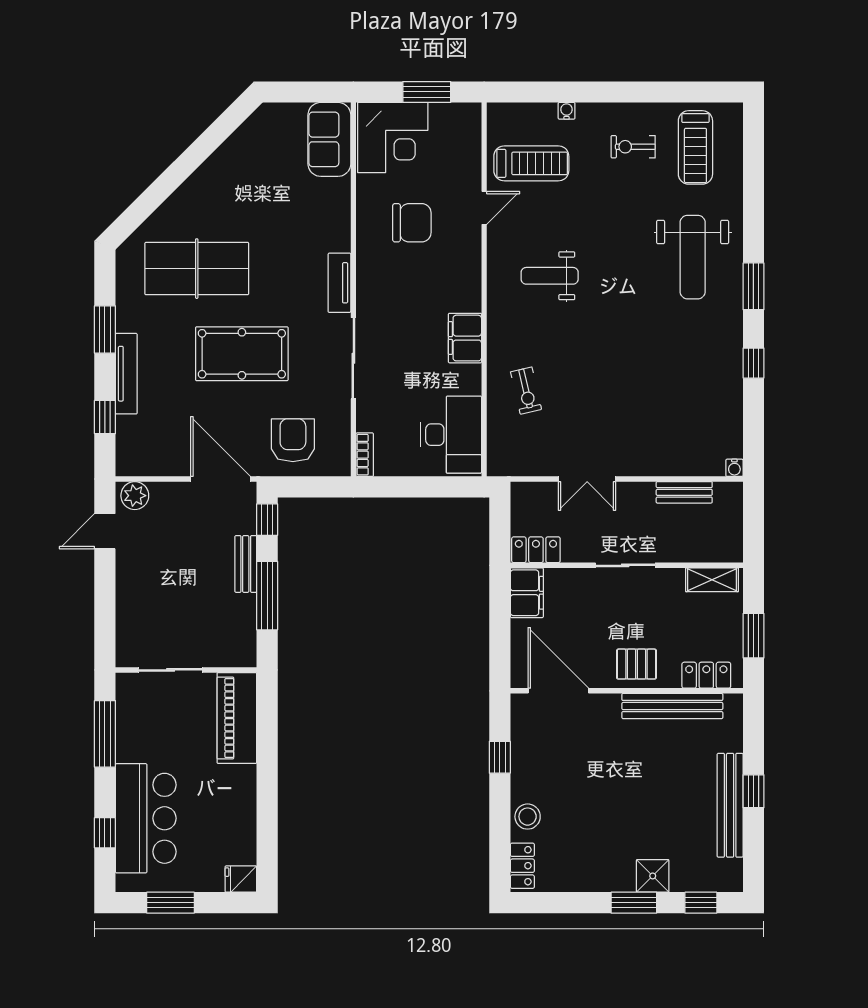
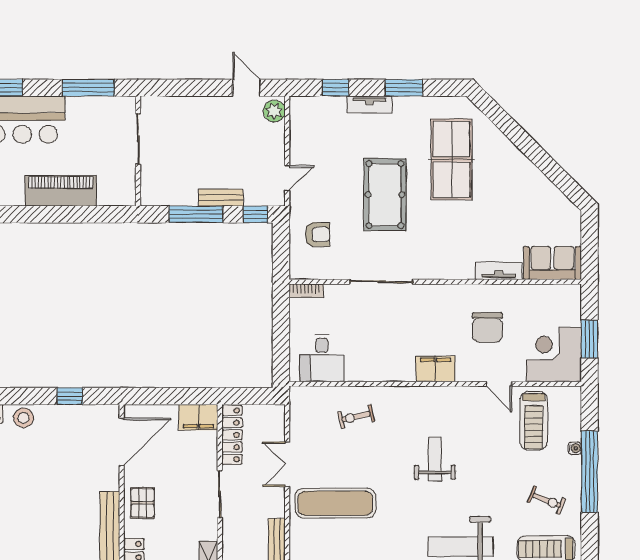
window: (596, 92) -> (589, 472), added
corner desk: (393, 138) -> (554, 354), moved, turned 90
exercise bike: (633, 147) -> (547, 500), turned 112
weight bench: (550, 276) -> (435, 459), moved
tv unit: (339, 283) -> (499, 271), moved
filing cabinet: (465, 338) -> (436, 369), moved
tv unit: (126, 374) -> (369, 104), width x0.71
exercise mat: (637, 417) -> (335, 503), added
desk: (451, 435) -> (322, 358), width x0.73
armchair: (293, 440) -> (317, 234), width x0.72, depth x0.72
door: (221, 479) -> (287, 178), width x0.53
locker: (536, 550) -> (232, 435), width x1.53
piano: (237, 718) -> (61, 191), moved

